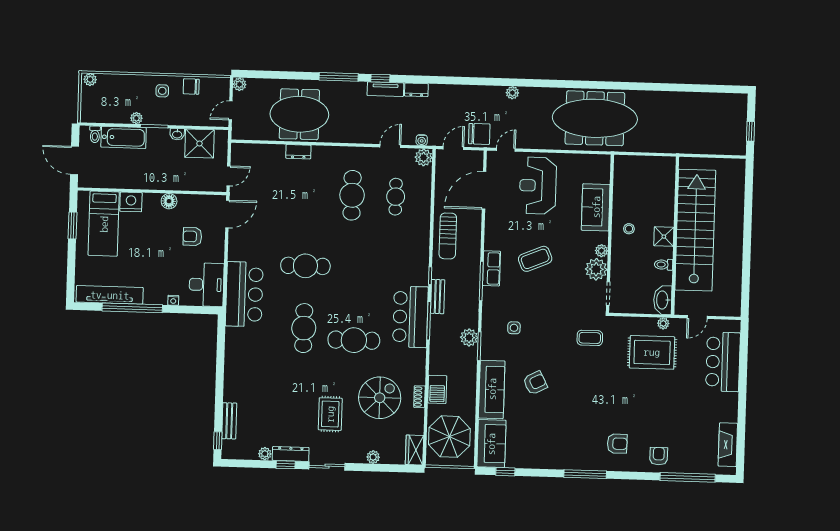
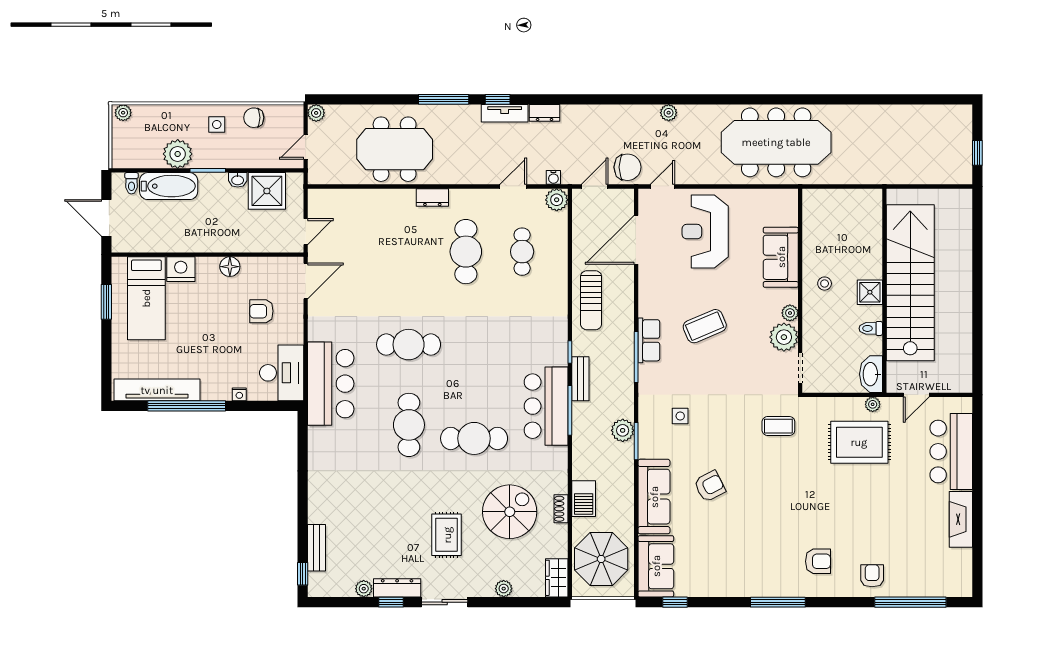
plant: (136, 118) -> (178, 154), width x1.88, depth x1.88
dresser: (298, 152) -> (432, 197), moved
fireplace: (728, 445) -> (961, 519), moved

